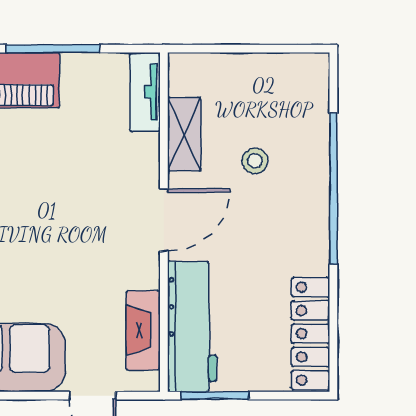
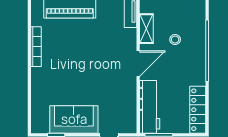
fireplace: (143, 330) -> (130, 108), removed

